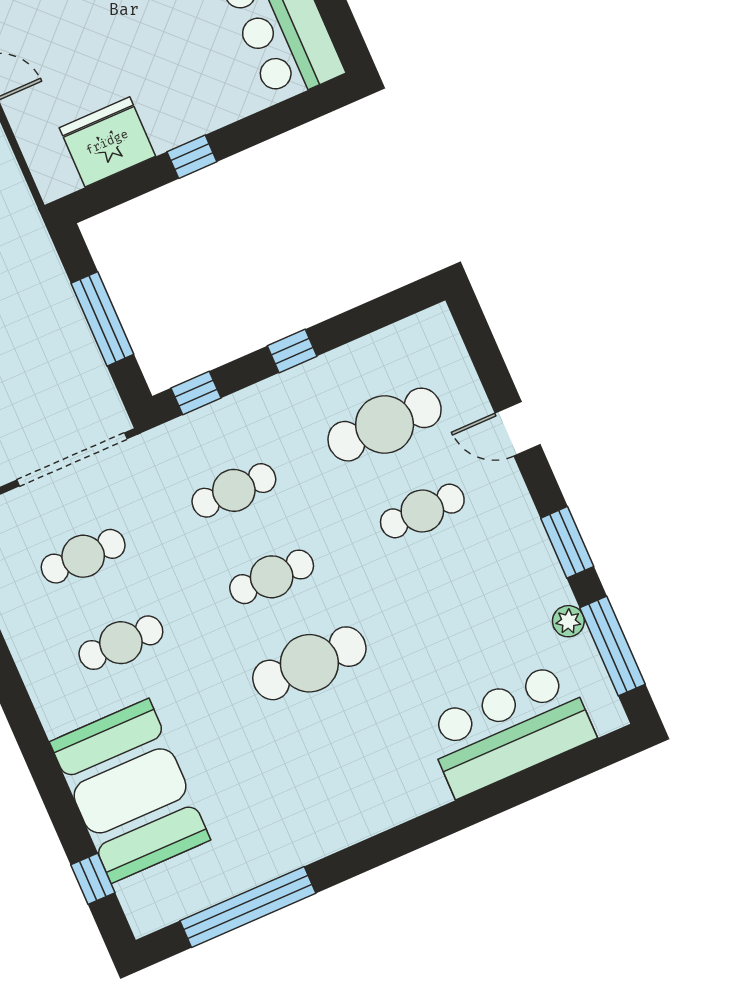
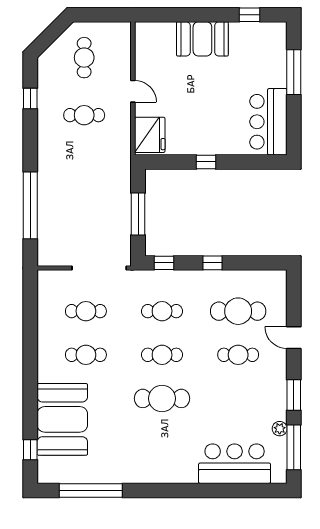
fridge: (107, 142) -> (150, 135), moved, turned 90

